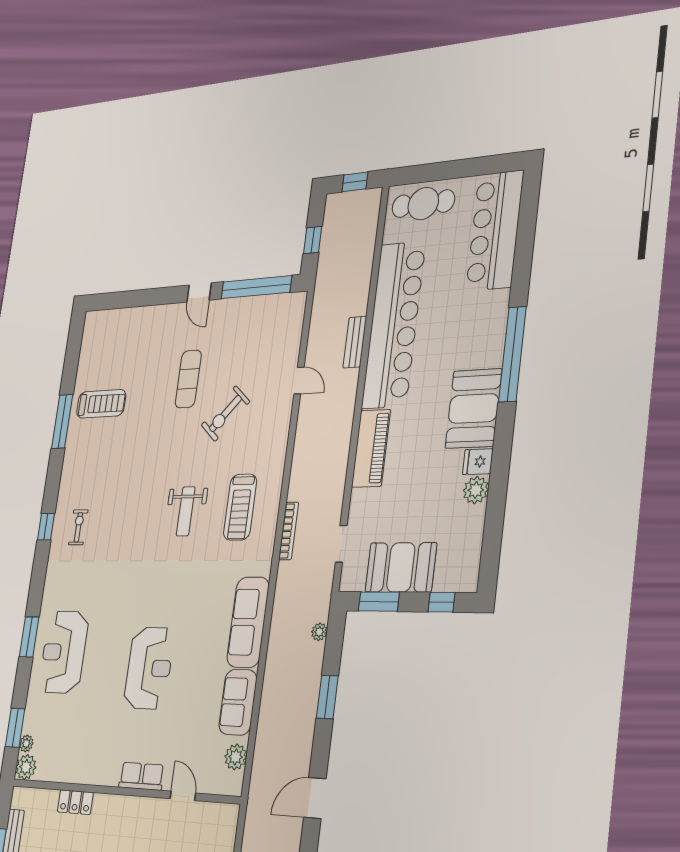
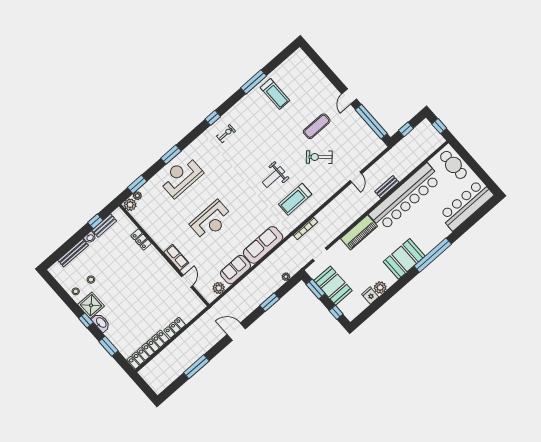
fridge: (478, 462) -> (370, 295), moved

